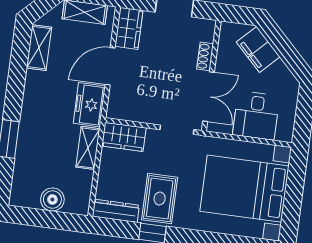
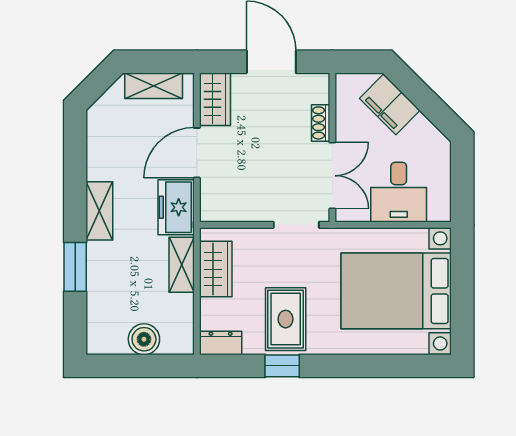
shelving: (39, 48) -> (99, 211), moved
wardrobe: (124, 137) -> (216, 269), moved, turned -90
dresser: (116, 211) -> (221, 343), width x0.70

